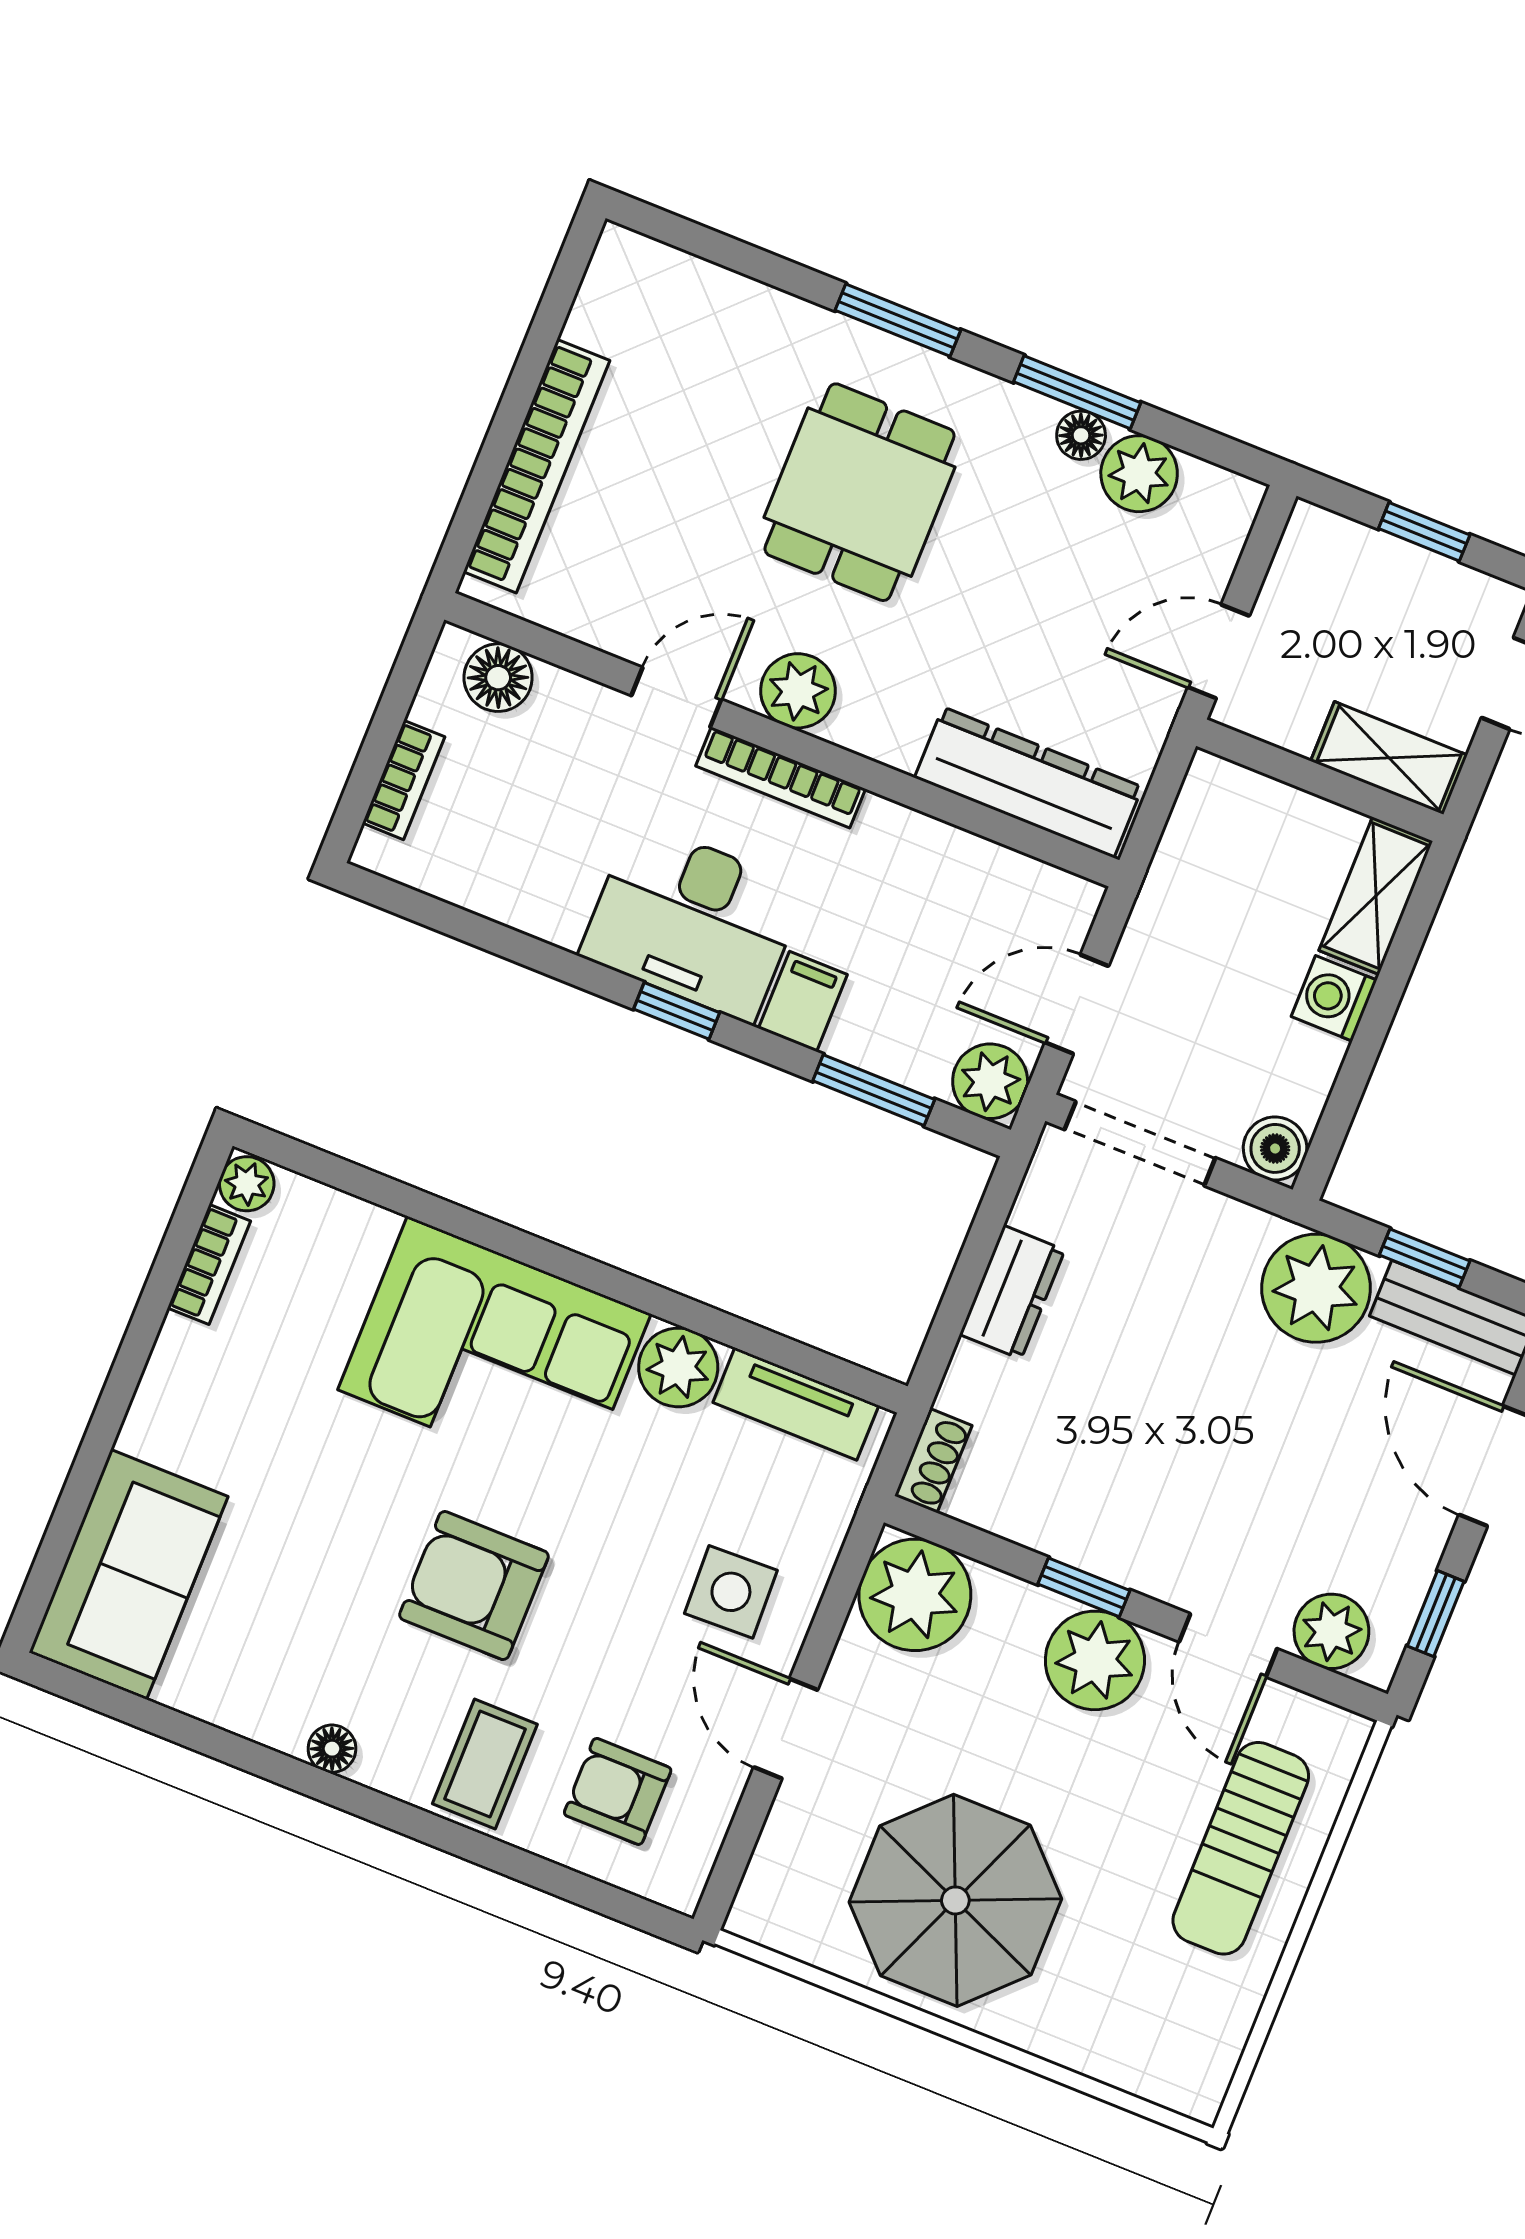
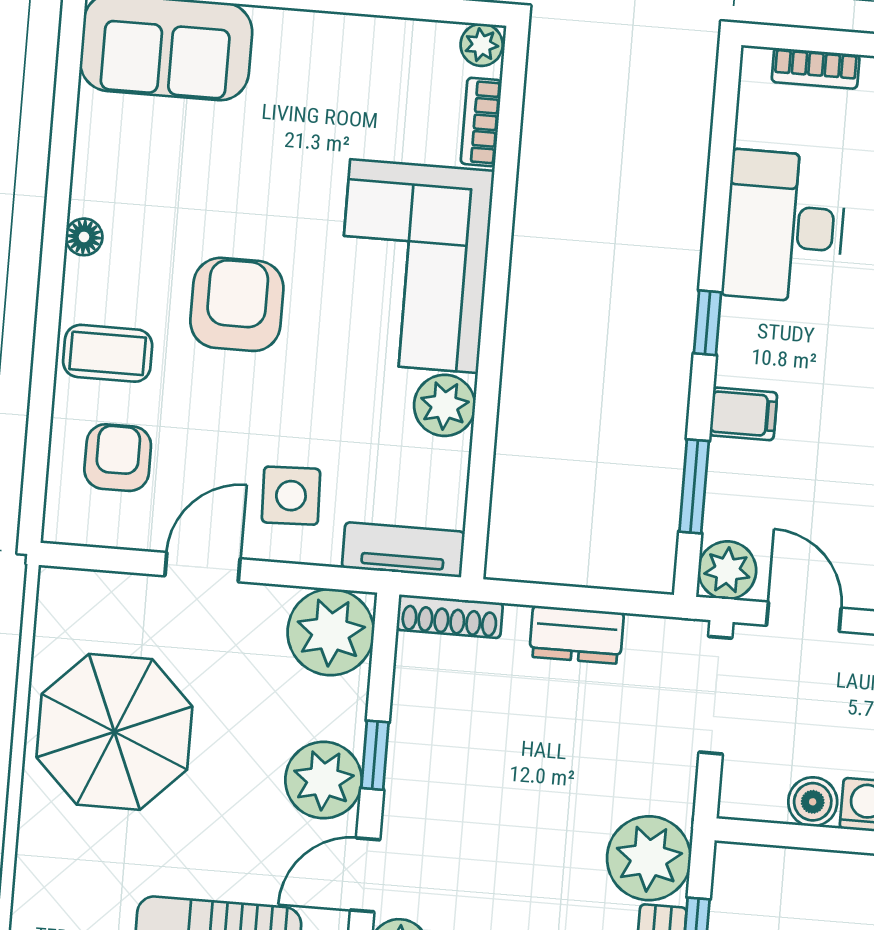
desk: (693, 922) -> (784, 226), moved
boiler: (1275, 1148) -> (813, 802), moved
bookcase: (209, 1264) -> (481, 122), moved, turned 90
tv unit: (796, 1404) -> (403, 550), moved, turned 90
shoe rack: (933, 1461) -> (450, 616), width x1.43

